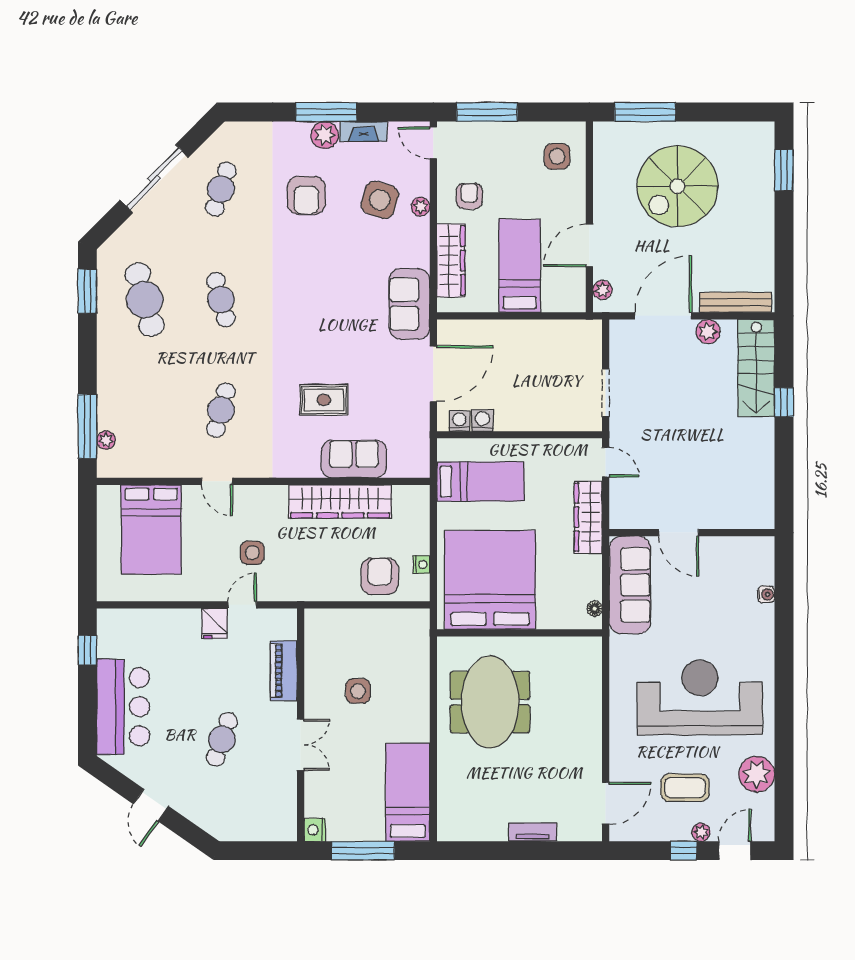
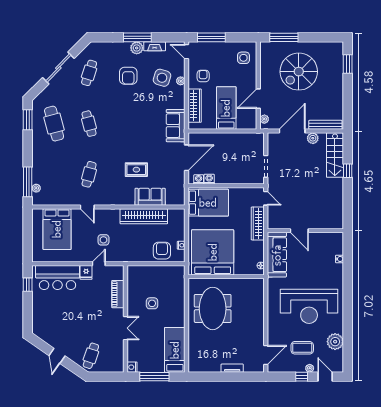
bed: (480, 482) -> (208, 203), width x1.50
reception desk: (700, 697) -> (309, 306), turned 180
bar counter: (123, 707) -> (58, 278), moved, turned 90
cafe table: (222, 739) -> (91, 356), moved
door: (735, 851) -> (325, 377), hinge flipped

